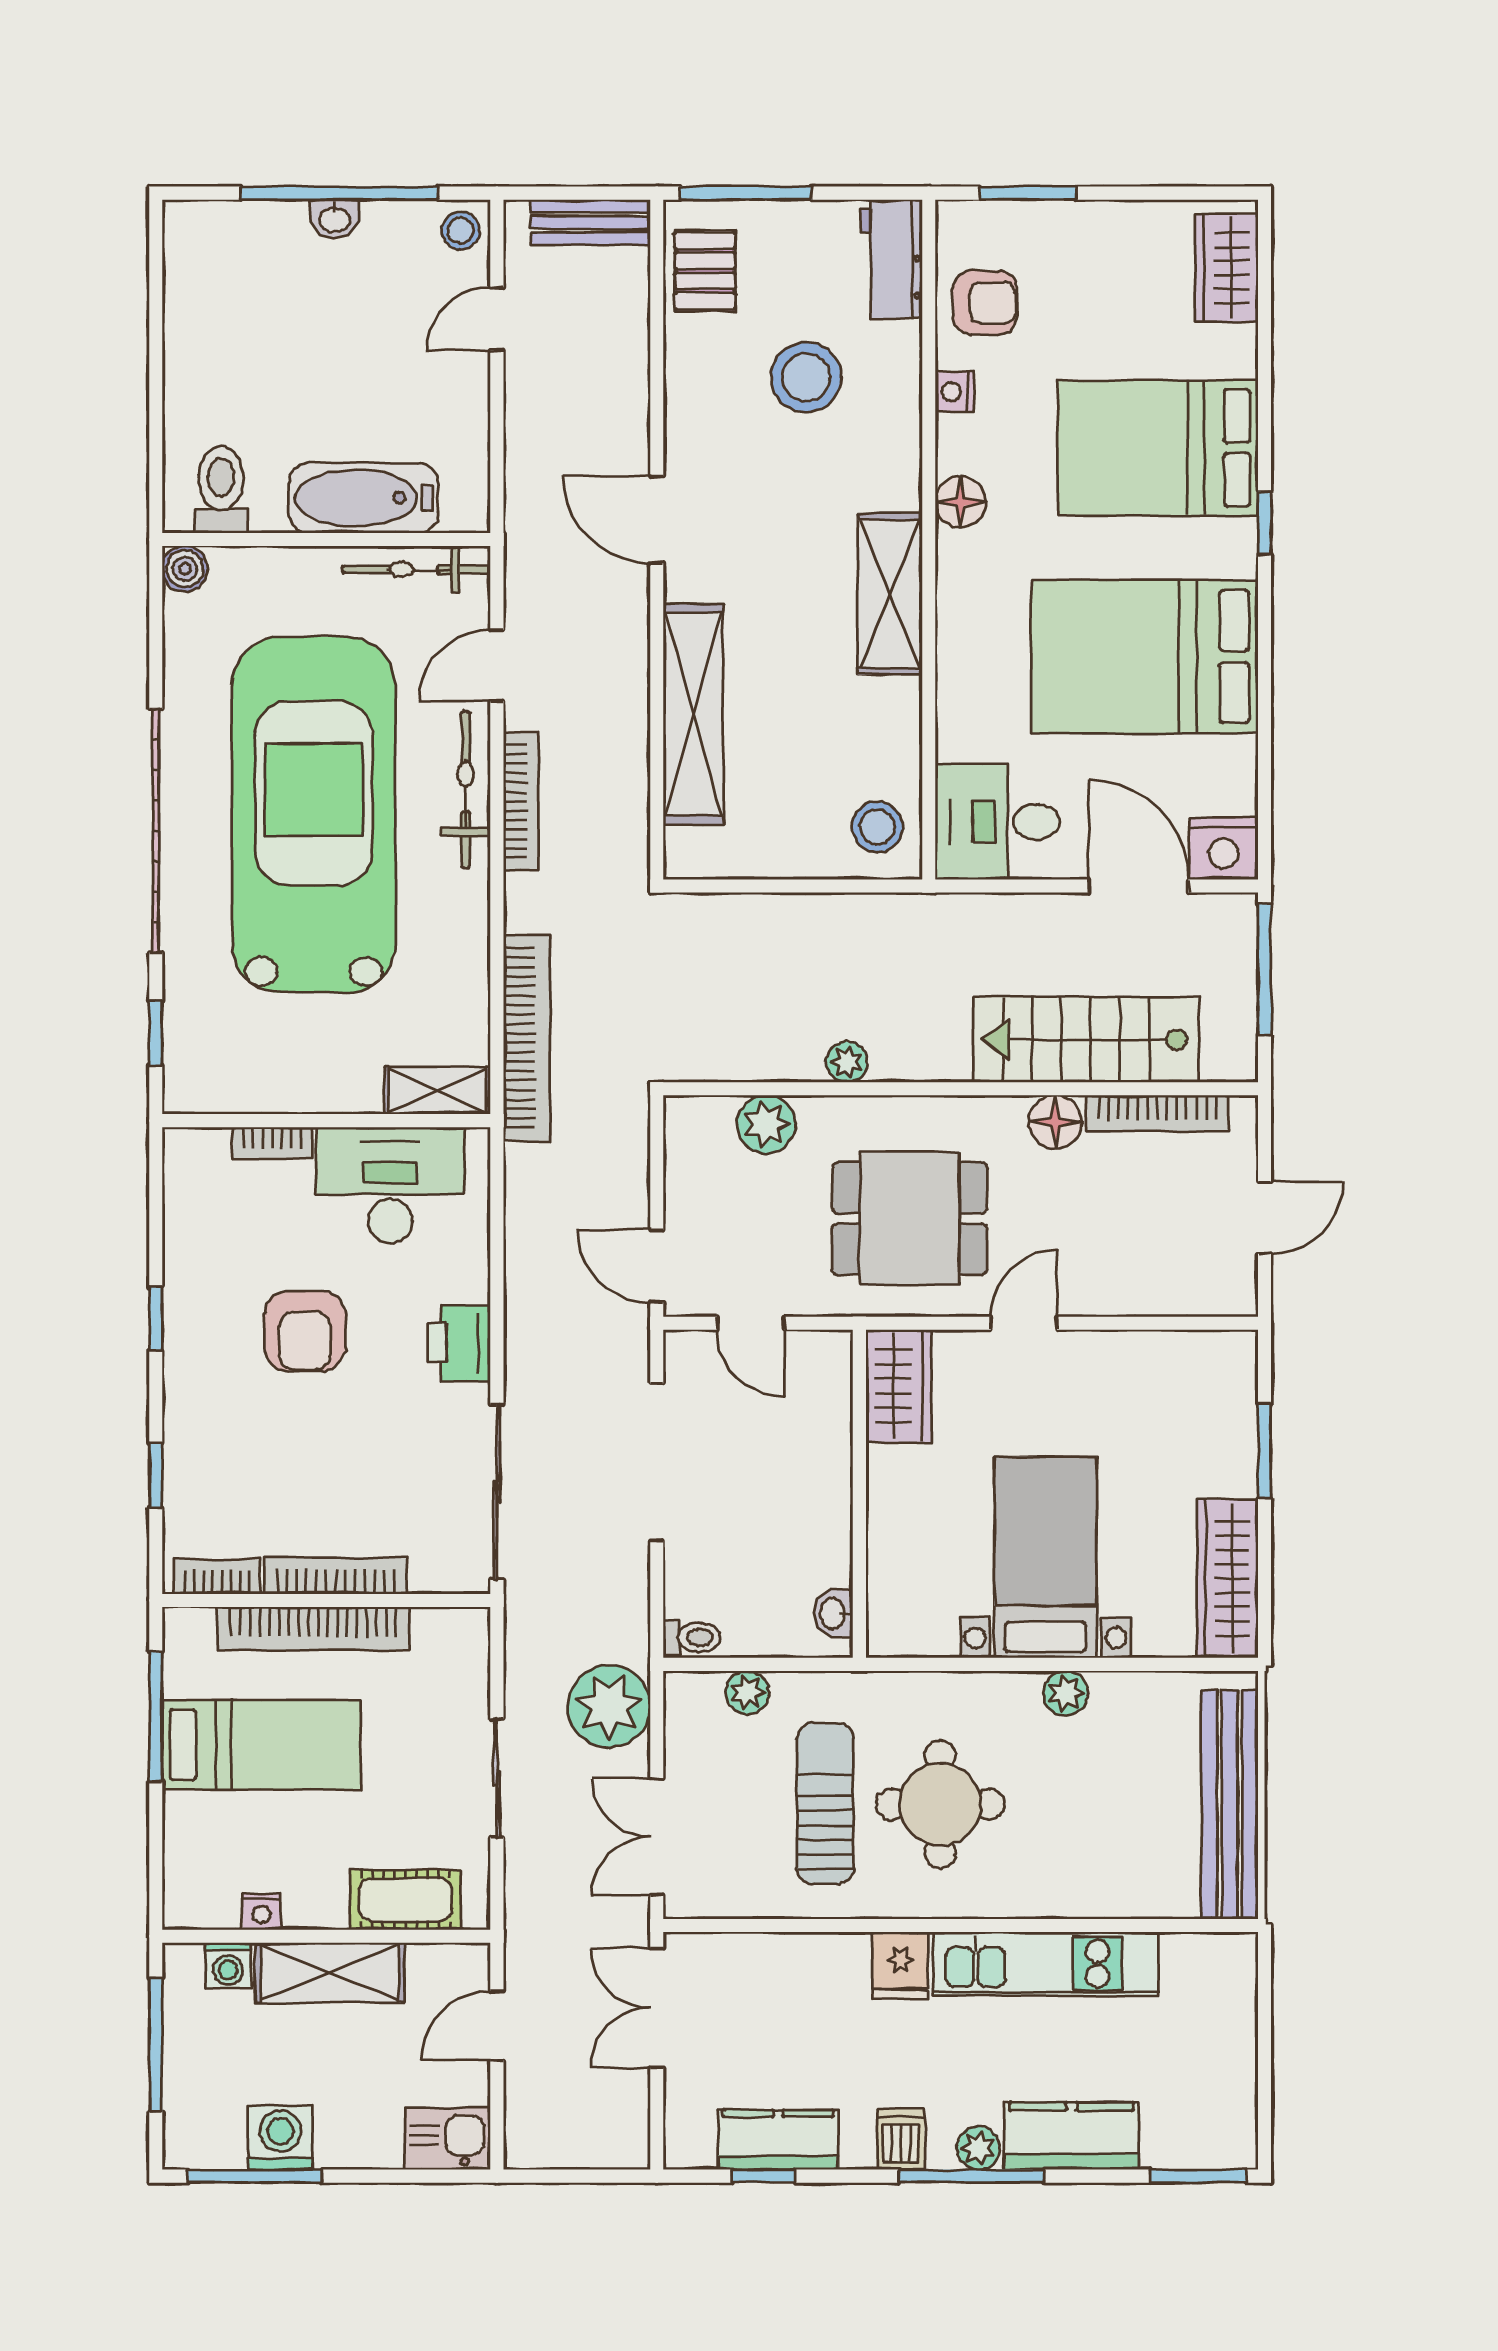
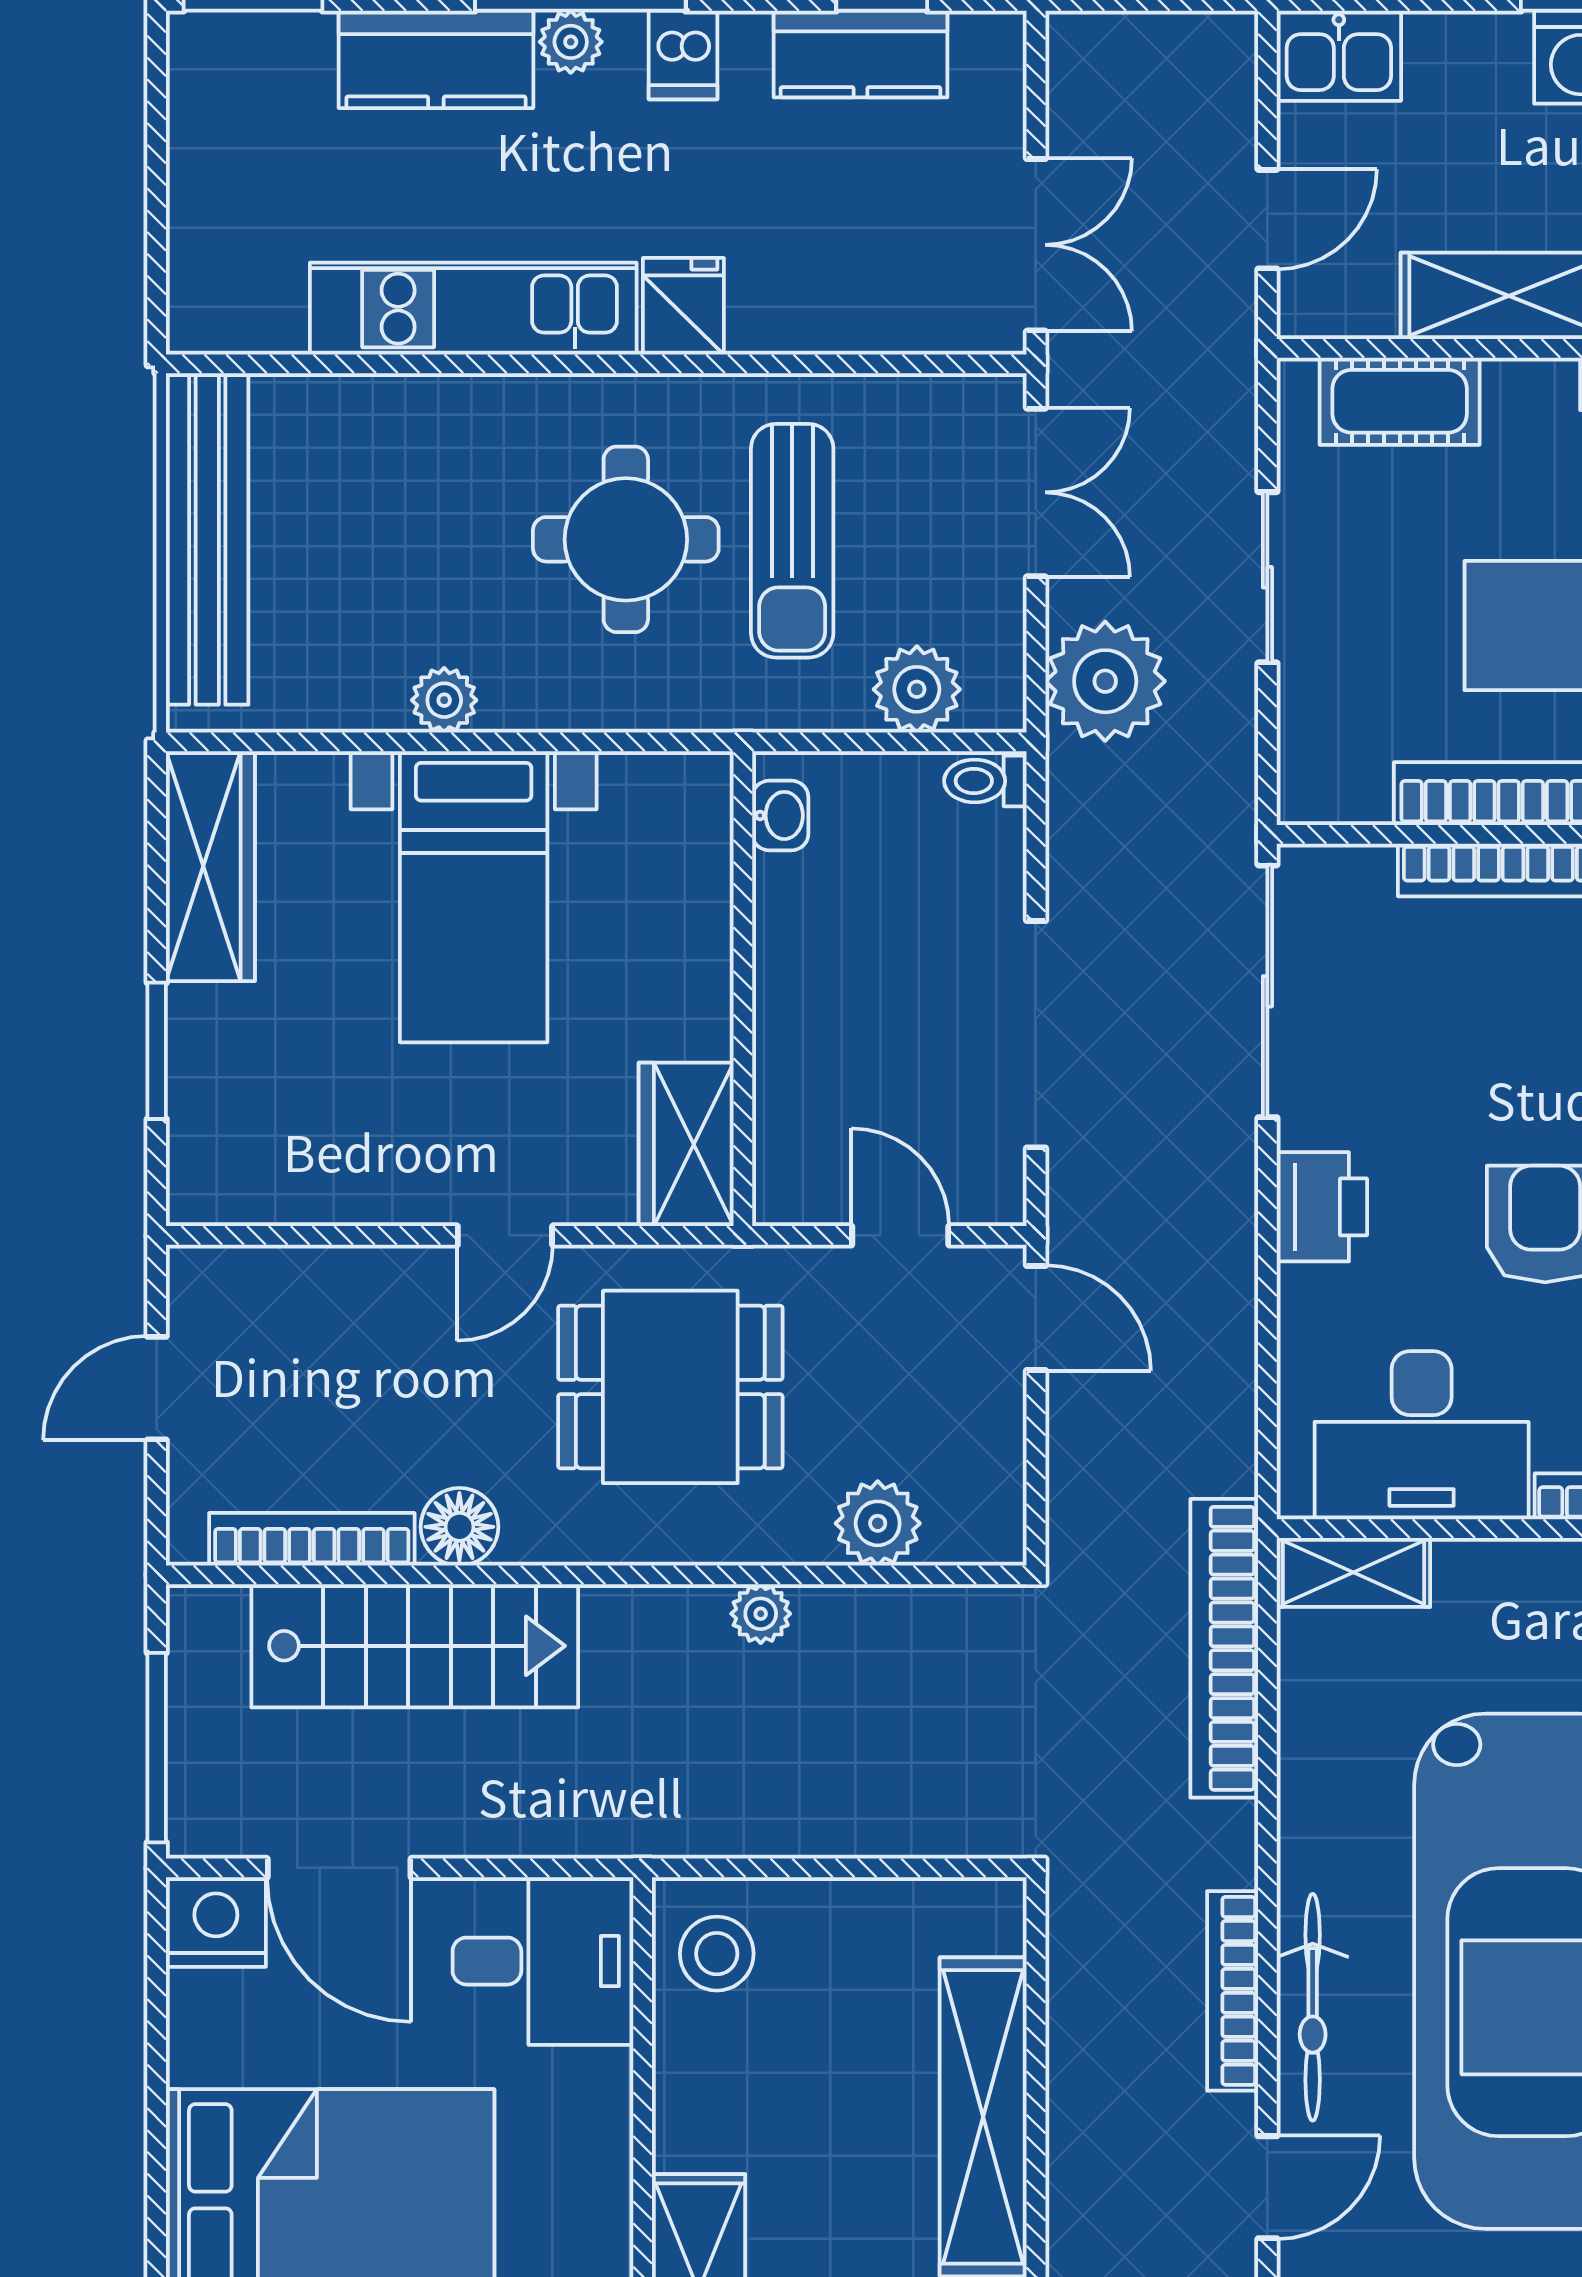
plant: (747, 1693) -> (917, 689), width x1.38, depth x1.38

